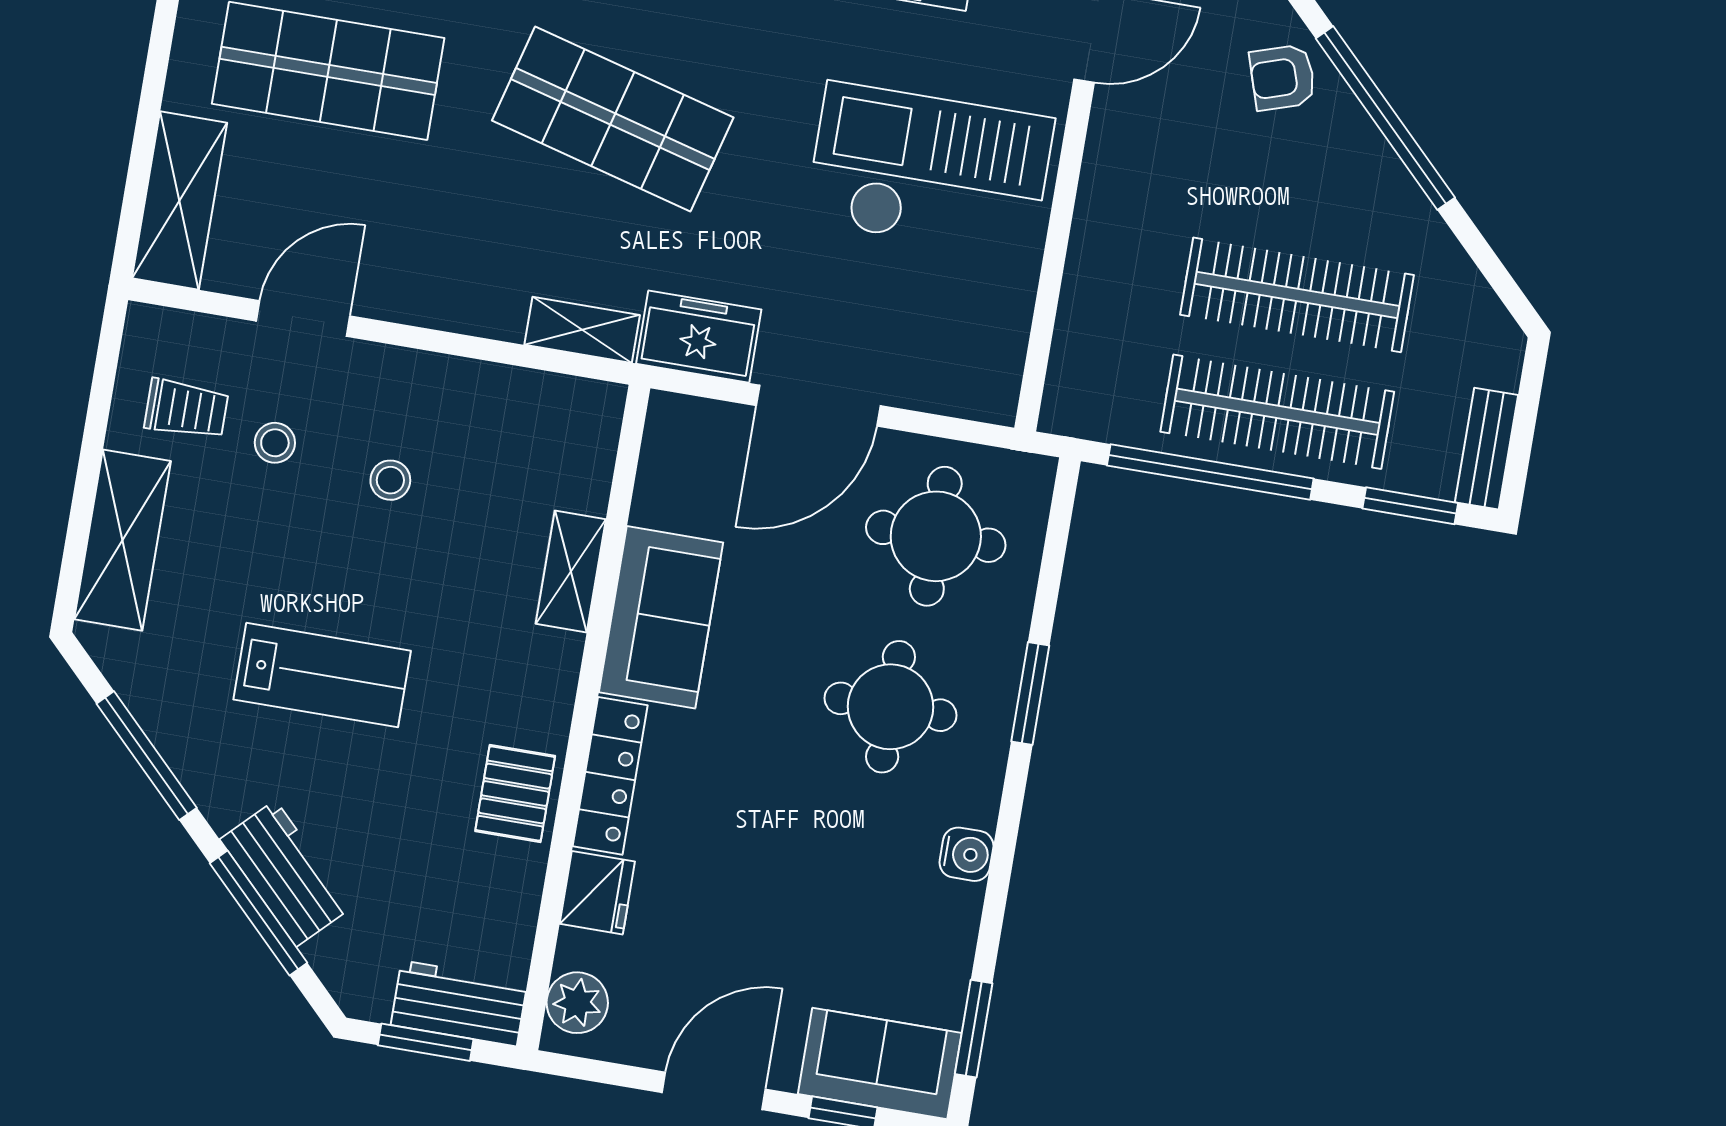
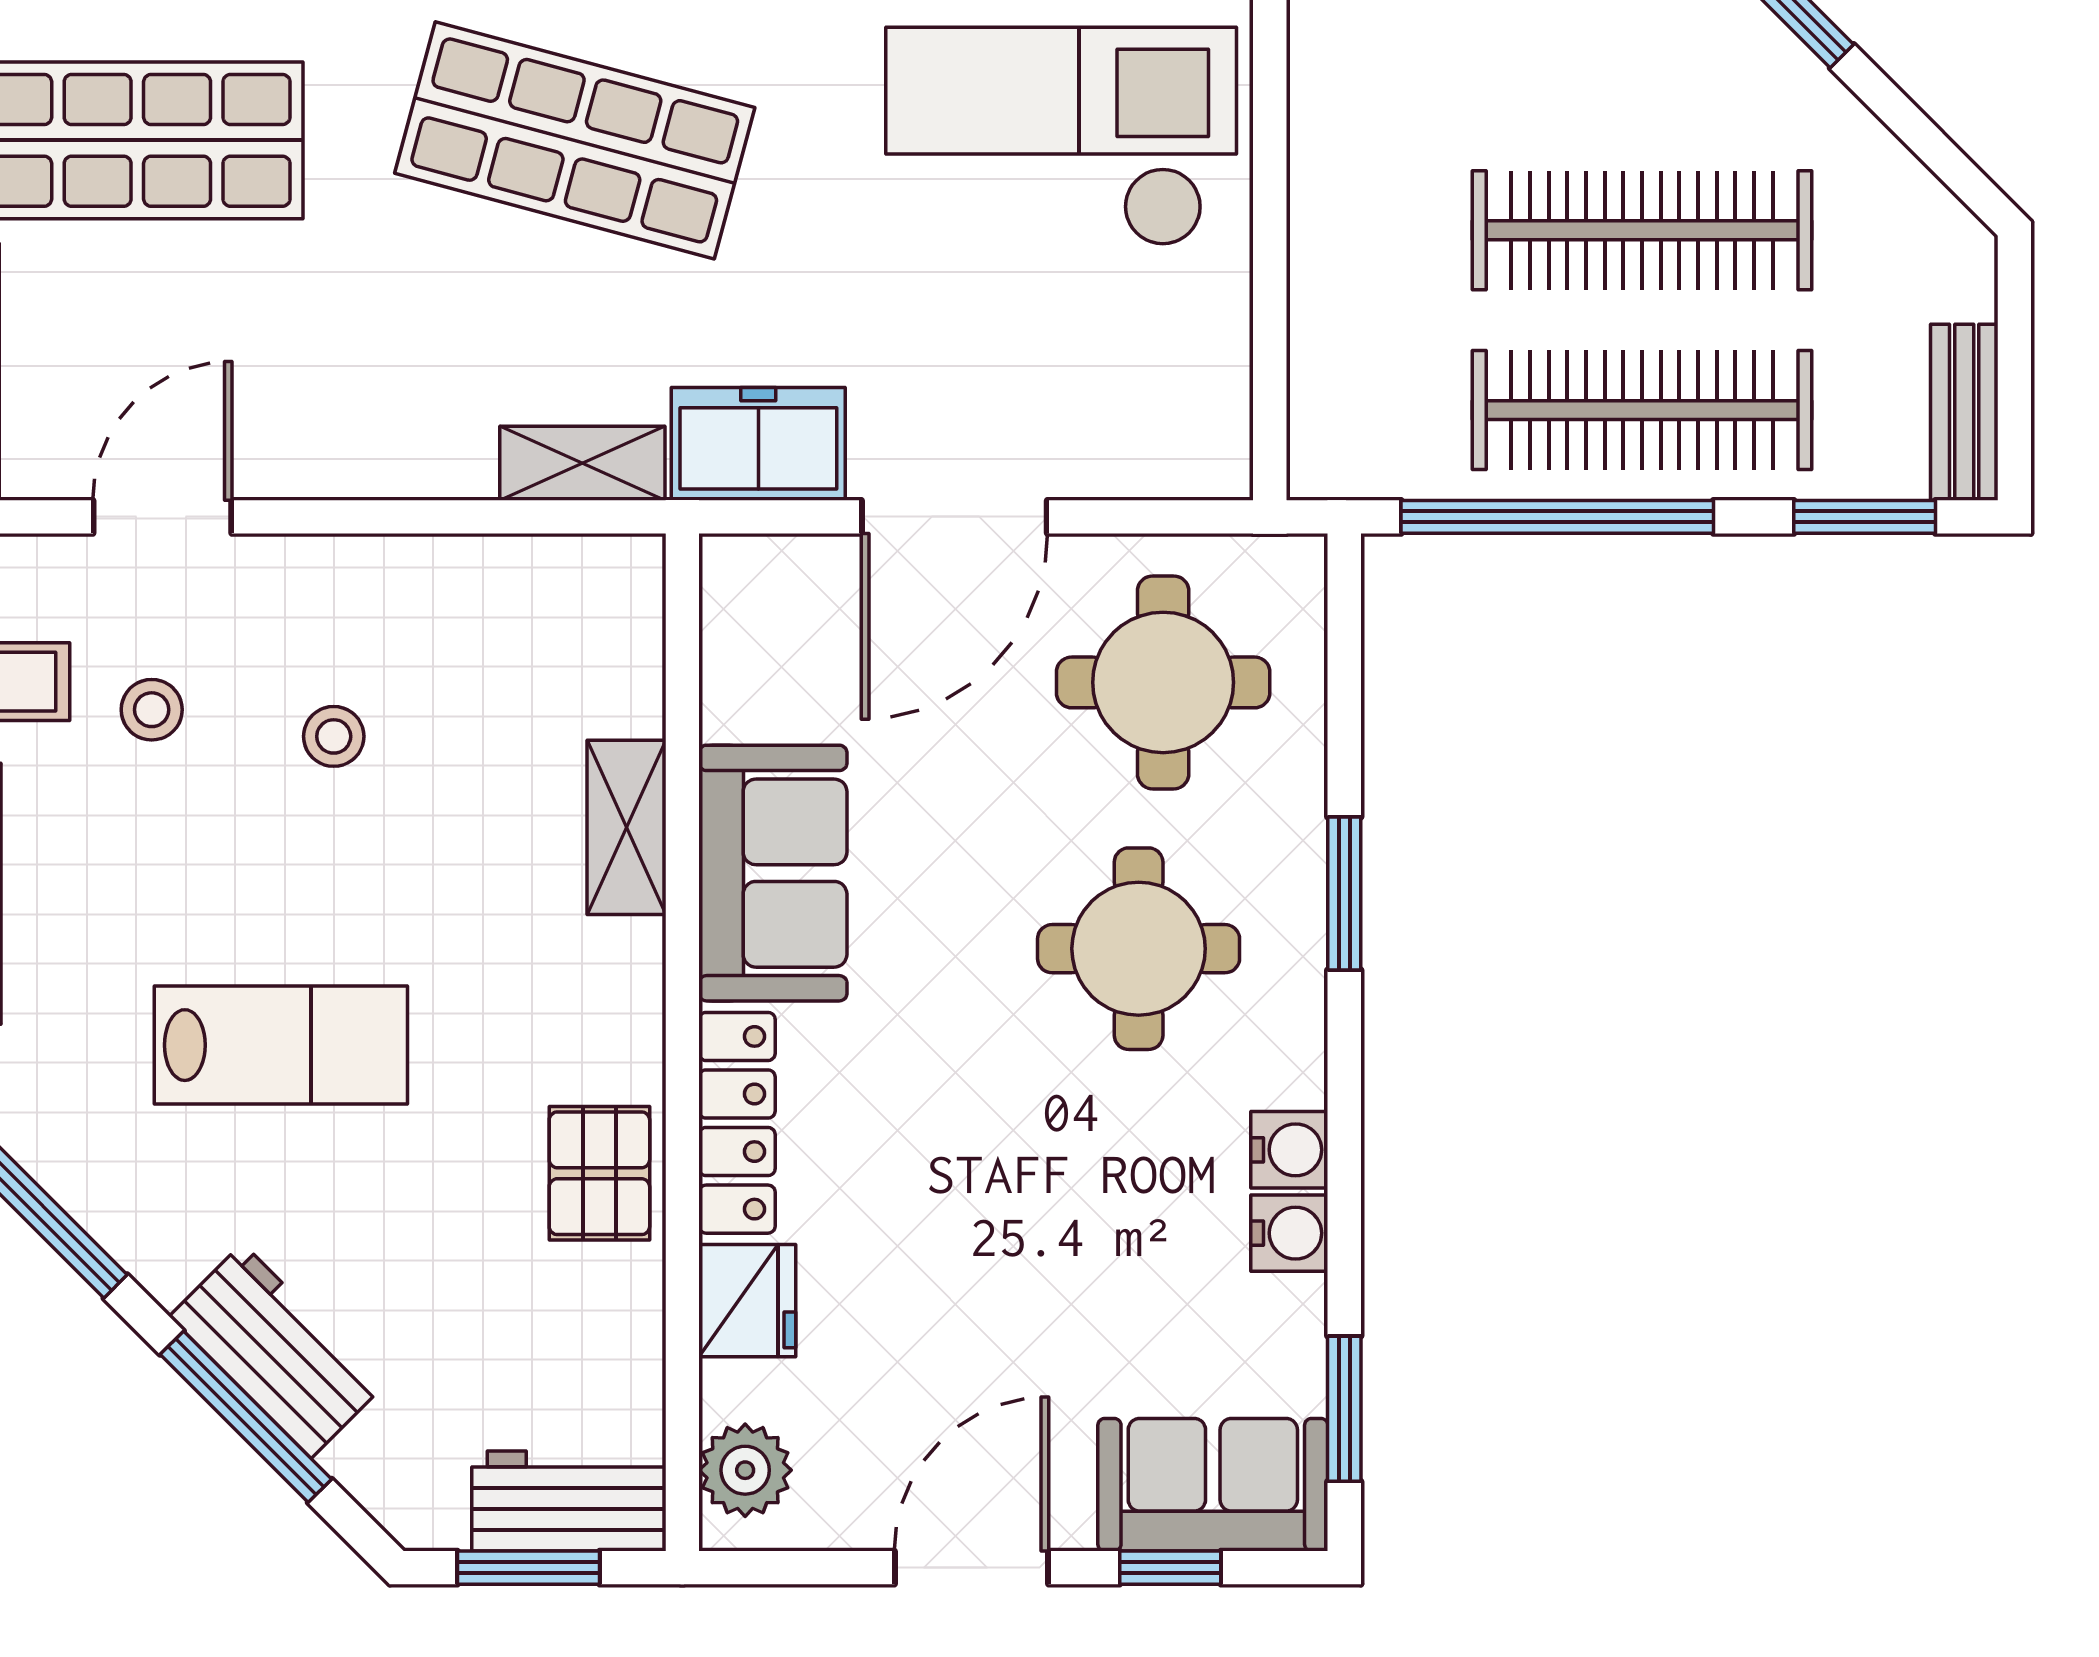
water cooler: (957, 908) -> (1289, 1233), added

